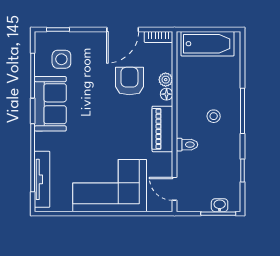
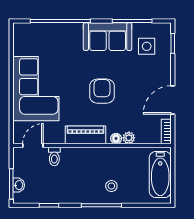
door: (123, 29) -> (173, 100), hinge flipped
armchair: (129, 81) -> (102, 91), moved, turned -90
stool: (214, 116) -> (111, 186), moved
toilet: (187, 145) -> (54, 156), moved
tv unit: (42, 179) -> (41, 29), removed

